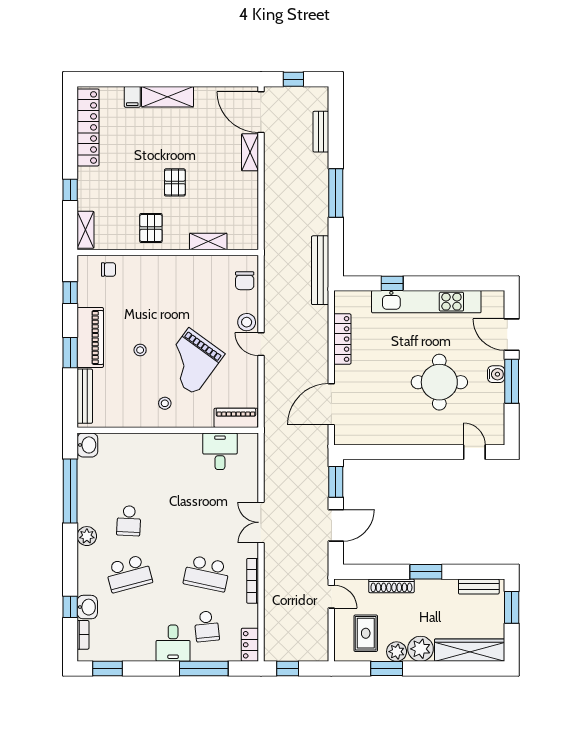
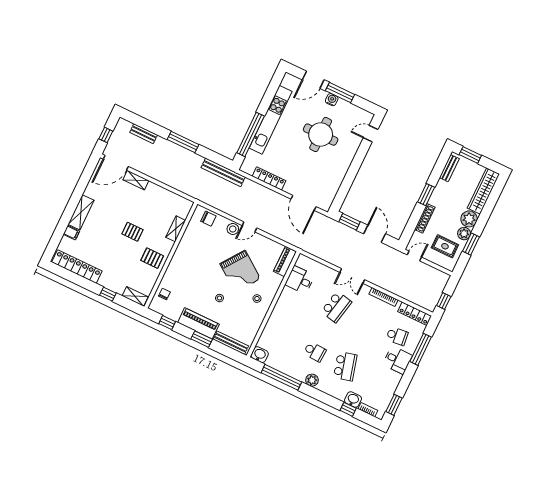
window: (392, 283) -> (251, 134), width x3.17
school desk: (207, 574) -> (336, 307), moved
locker: (250, 645) -> (415, 314), width x1.53

